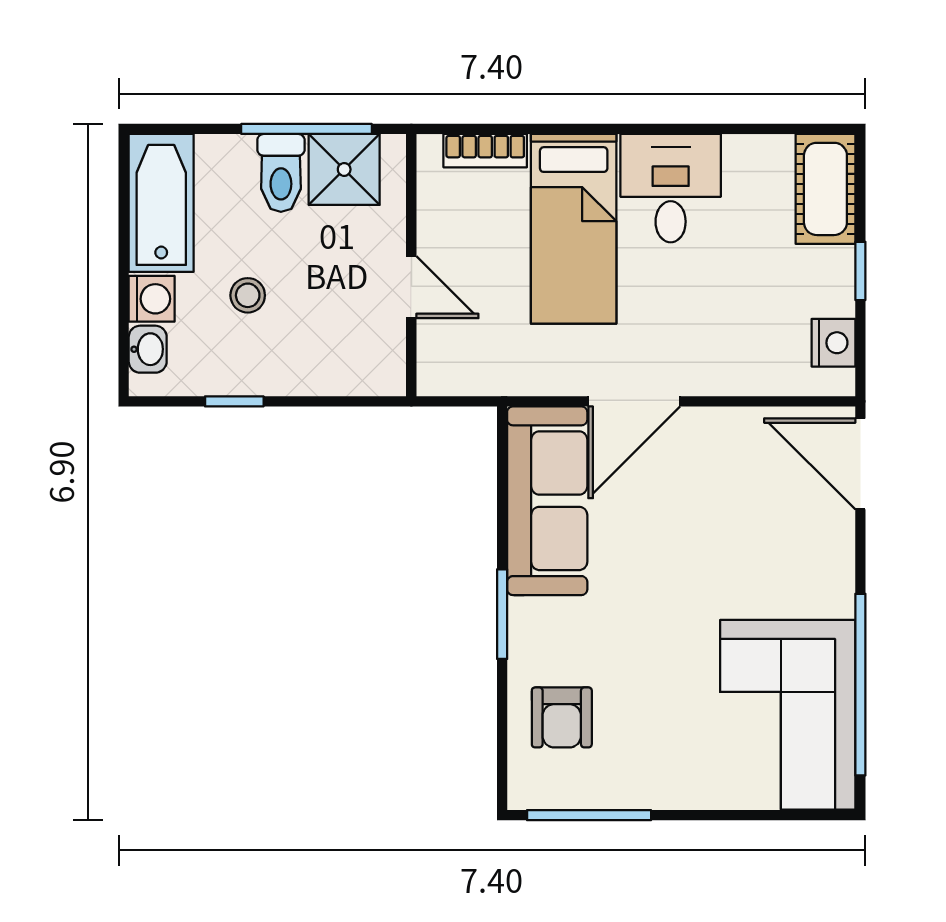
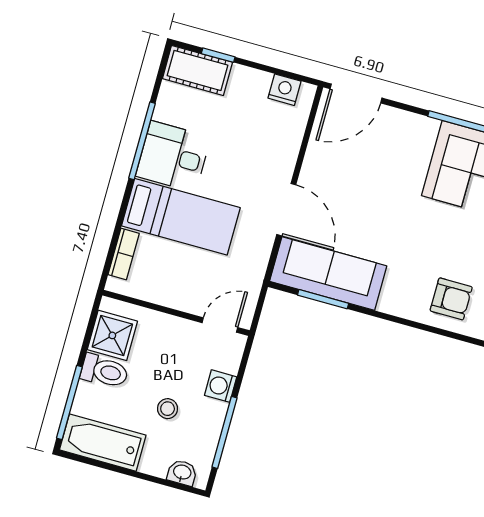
window: (306, 129) -> (69, 403), moved
window: (682, 129) -> (142, 141), added
window: (860, 271) -> (218, 55), moved
door: (411, 287) -> (220, 325), moved
washing machine: (152, 299) -> (221, 386), moved, turned -90
window: (234, 401) -> (225, 432), width x2.17
window: (502, 614) -> (323, 299), moved

